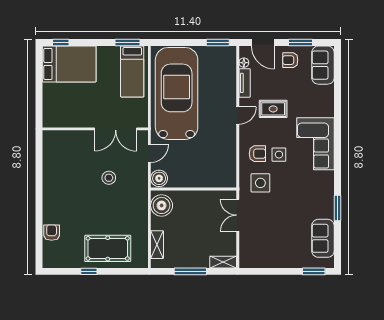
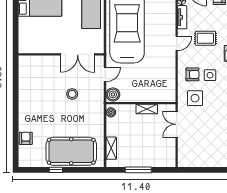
boiler: (162, 205) -> (111, 112), width x0.54, depth x0.54
pool table: (108, 248) -> (71, 151), width x1.36, depth x1.32
shelving: (223, 262) -> (147, 109), moved

